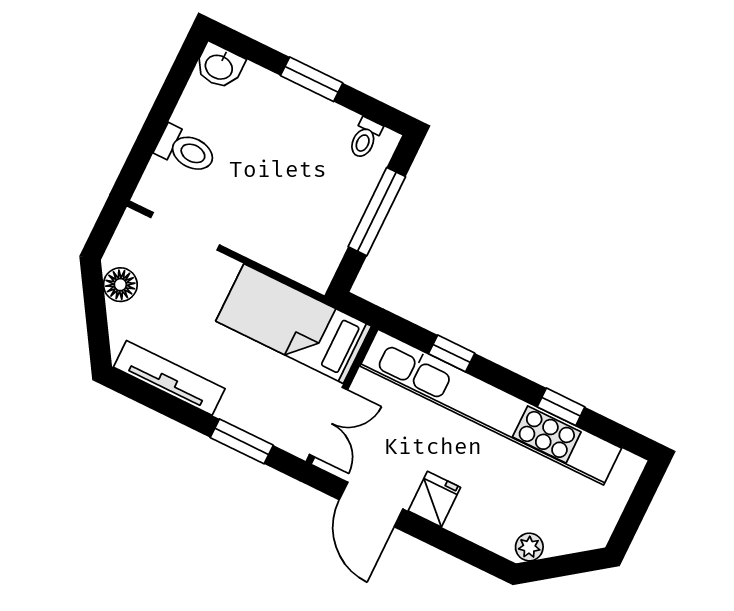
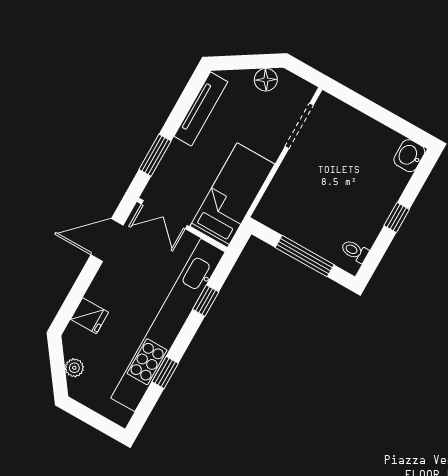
window: (312, 79) -> (397, 217), width x0.67
toilet: (186, 150) -> (354, 130), removed
fridge: (434, 499) -> (89, 316), moved
plant: (529, 547) -> (74, 368), moved

